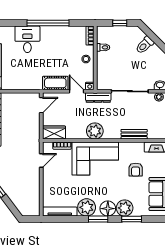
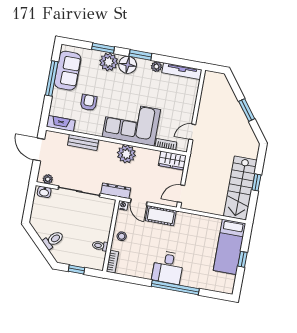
window: (48, 23) -> (175, 288), moved
desk: (27, 39) -> (168, 267), moved
plant: (87, 207) -> (156, 67), width x0.53, depth x0.53

